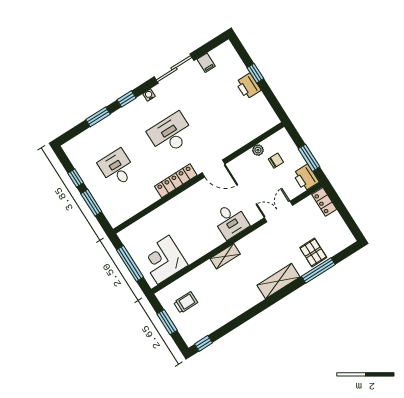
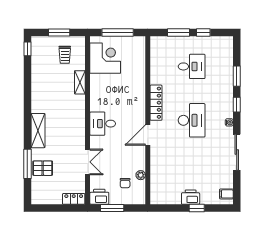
filing cabinet: (206, 63) -> (226, 194), moved
shelving: (225, 256) -> (80, 82), moved

